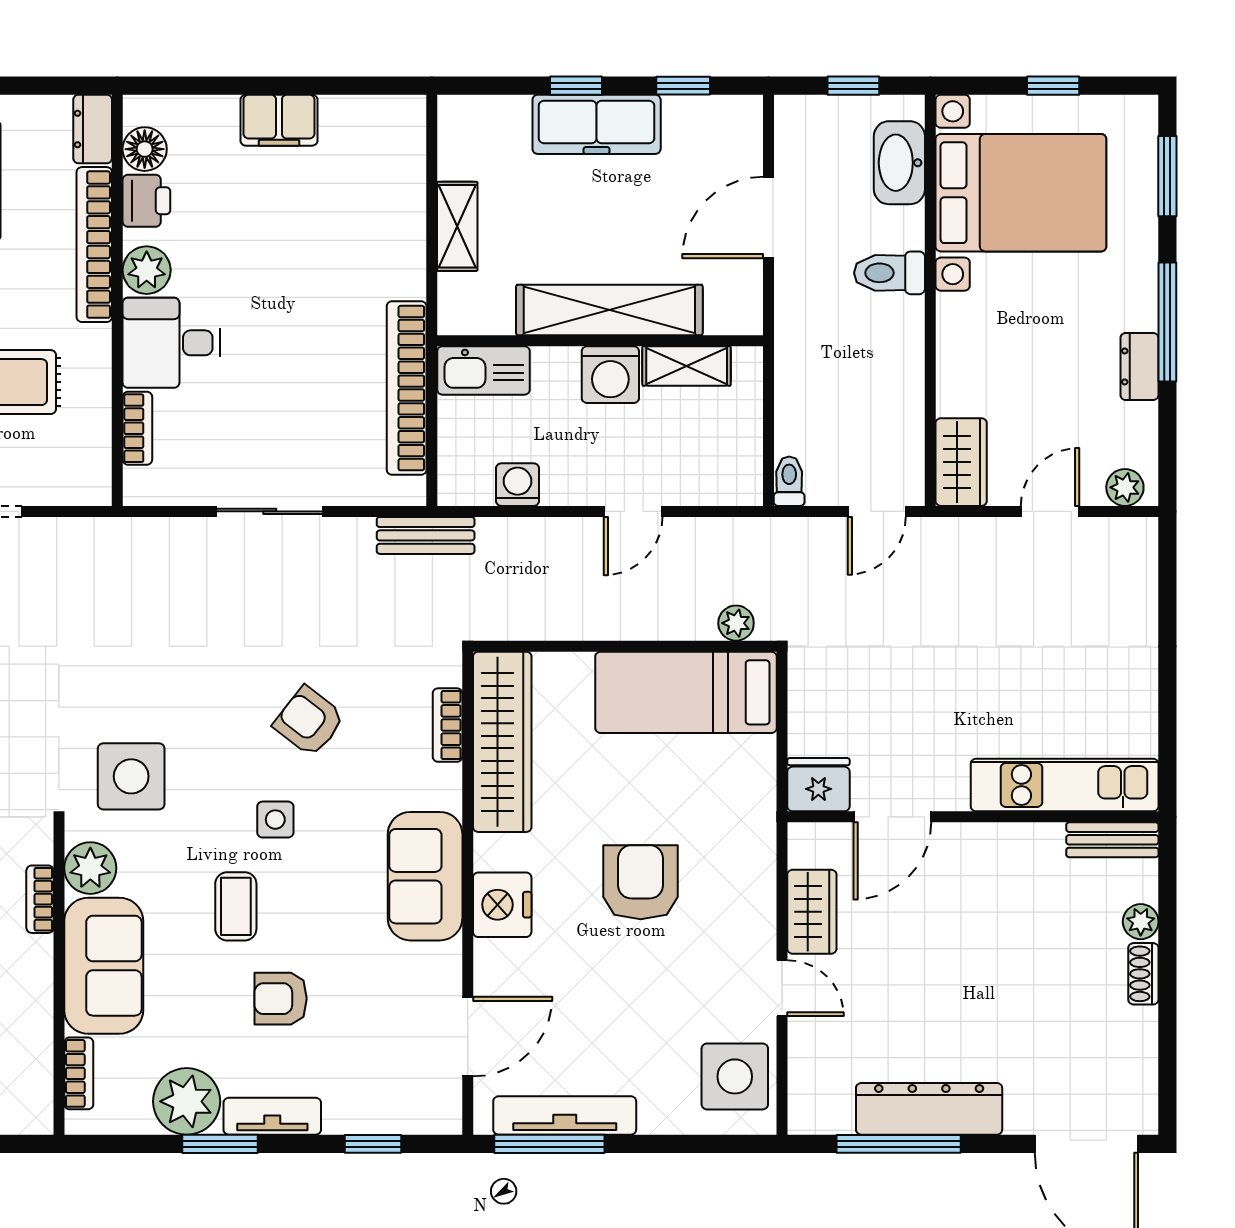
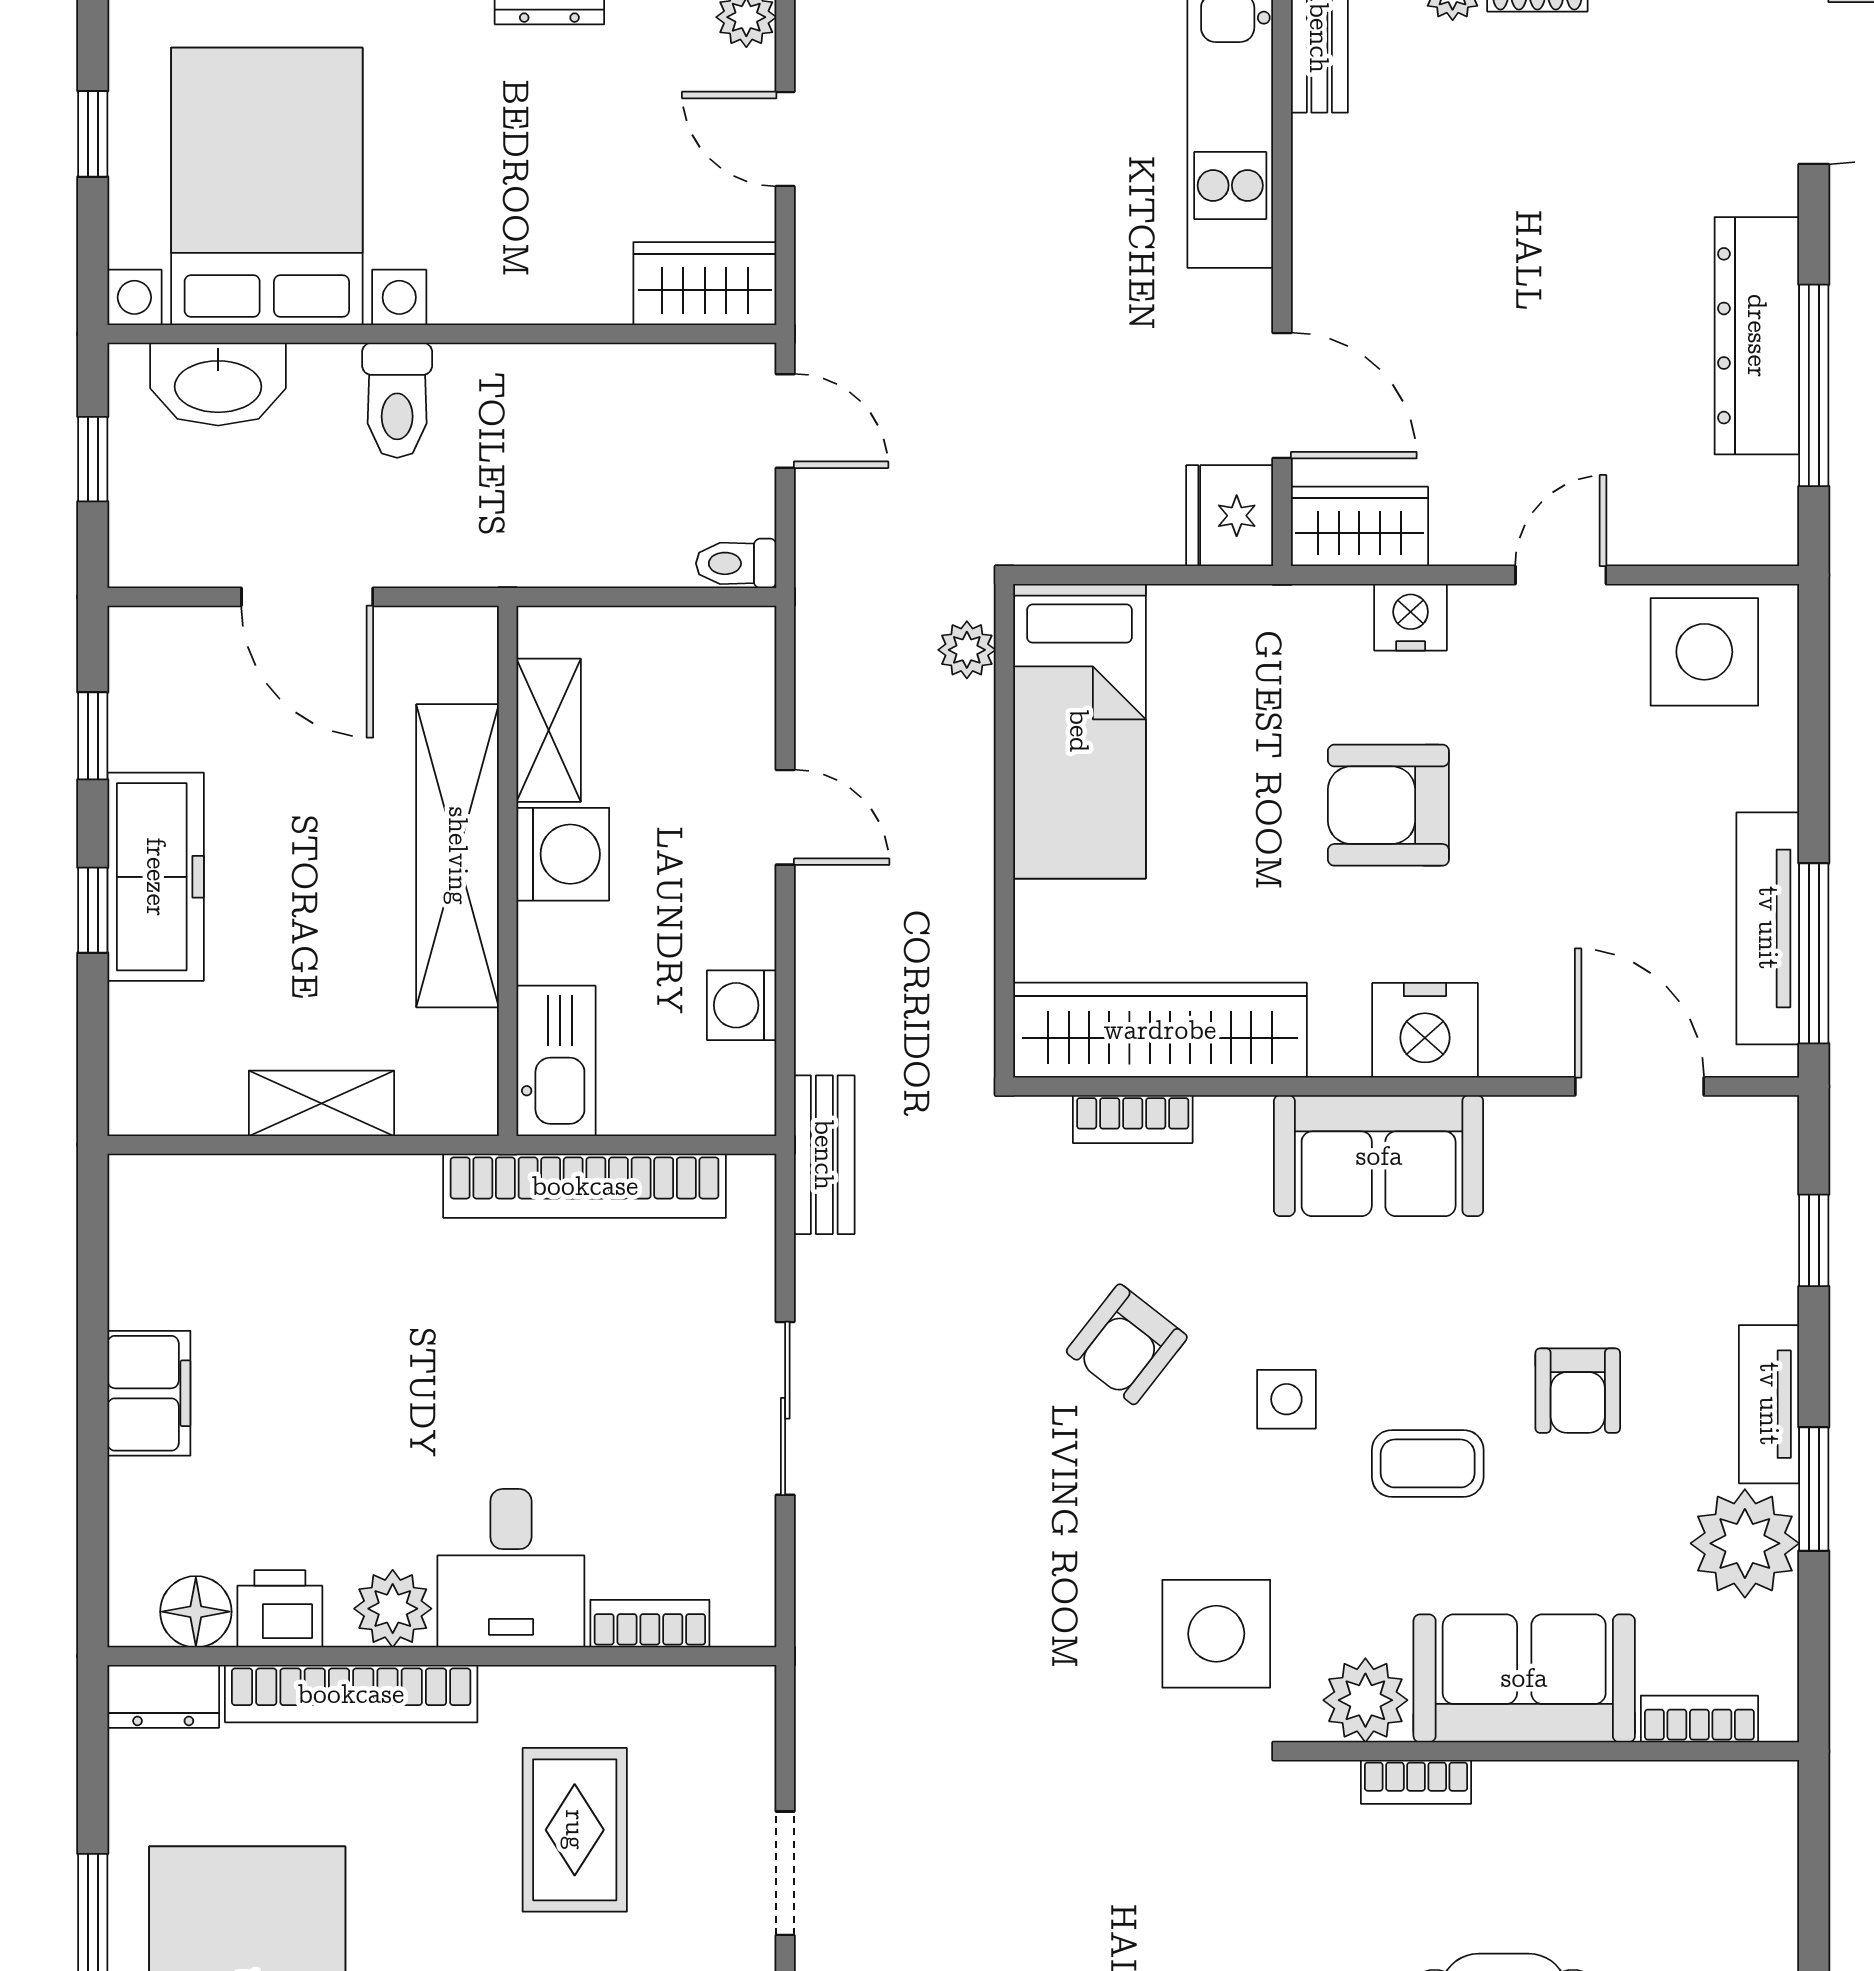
nightstand: (756, 896) -> (1411, 617), added
wardrobe: (812, 912) -> (1359, 526), moved

